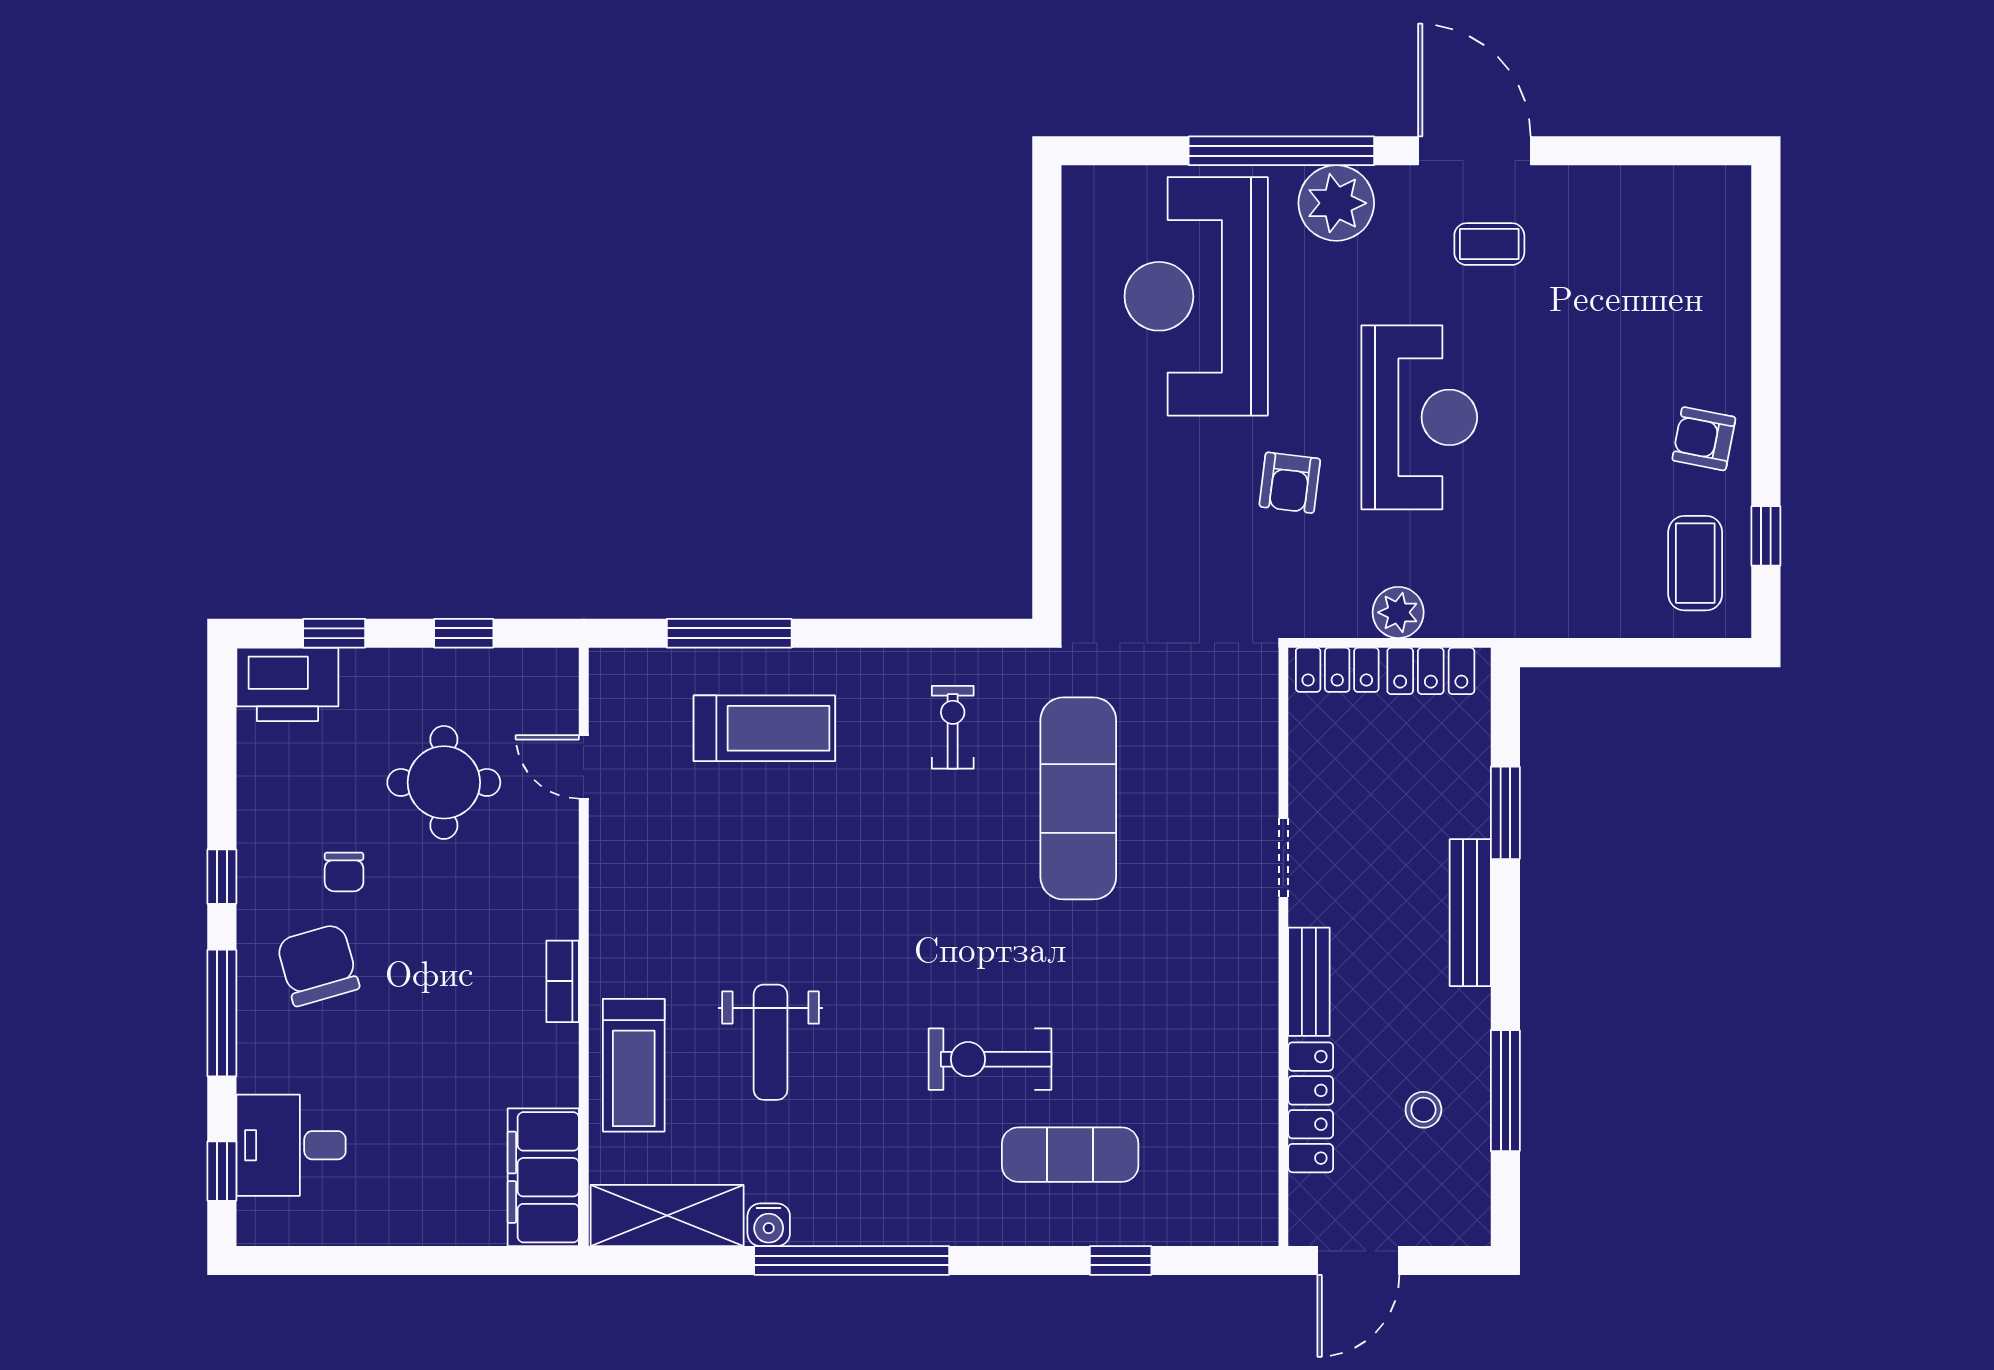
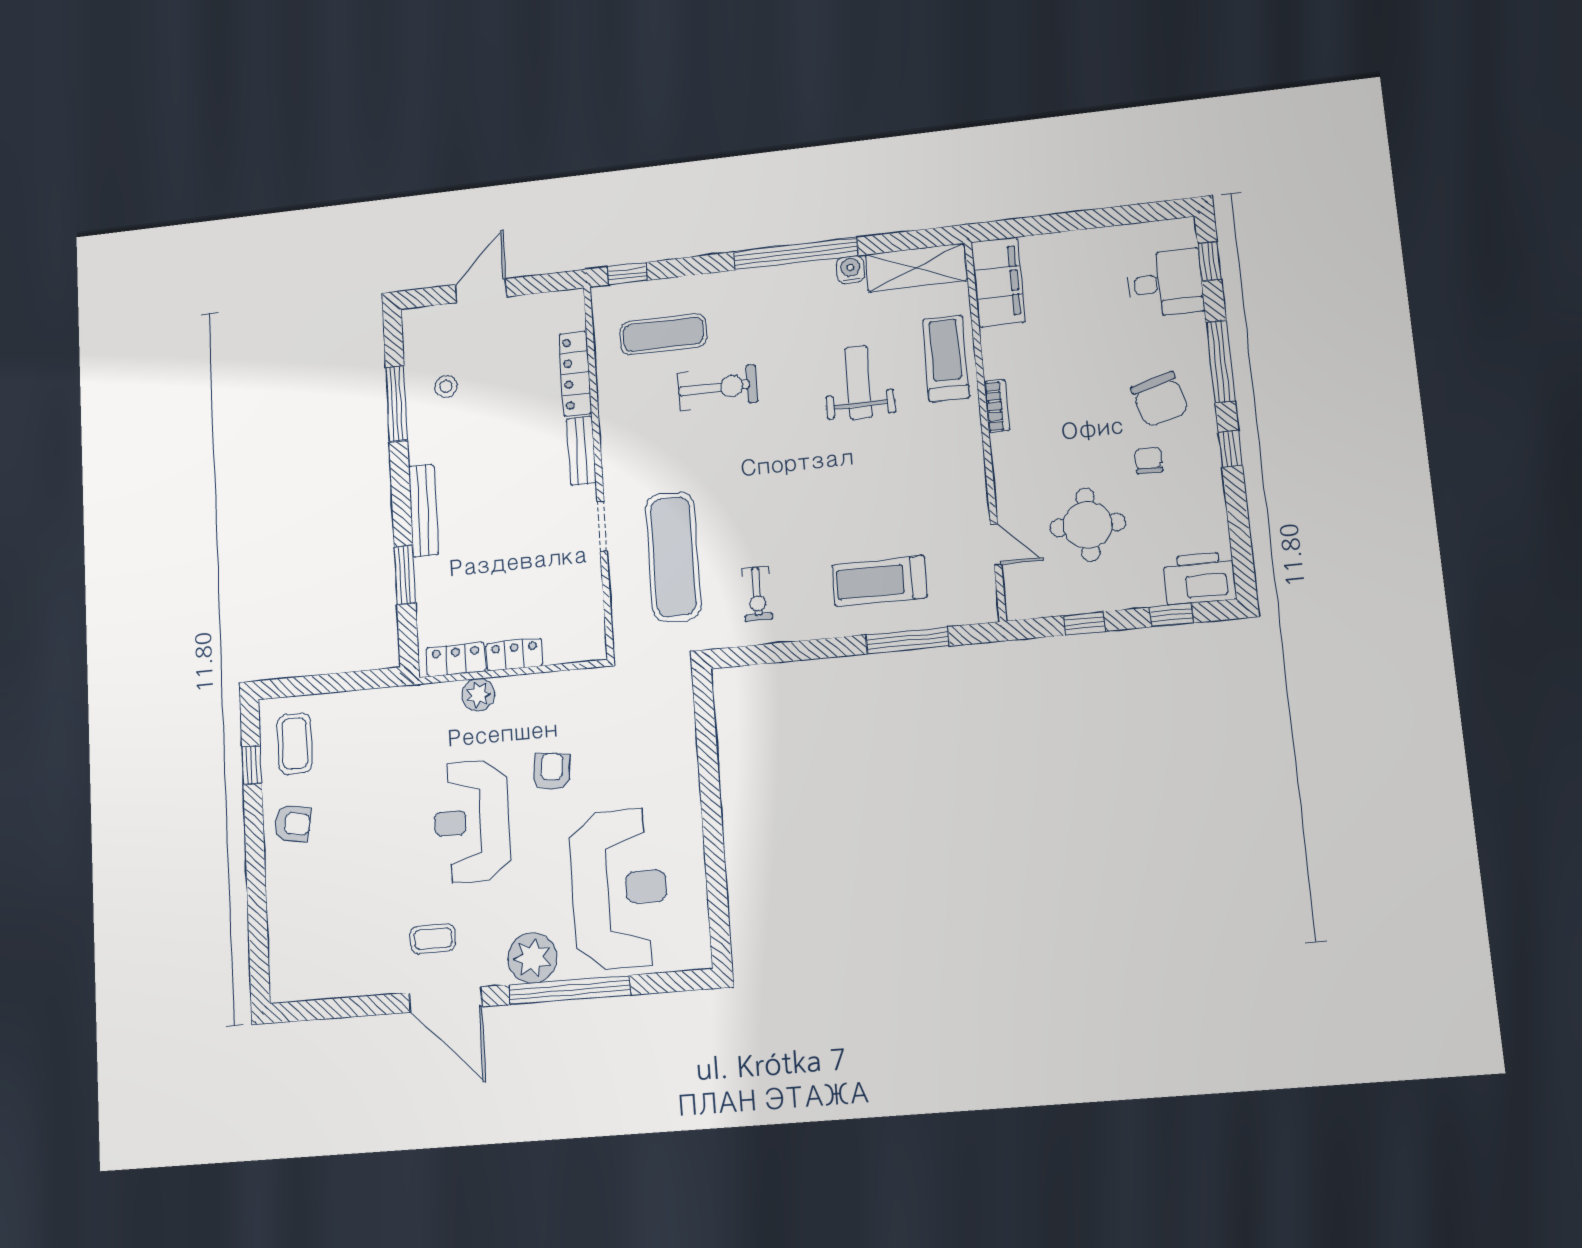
doorway: (1283, 858) -> (602, 526), moved
wall: (1283, 947) -> (599, 471), moved
bench: (1309, 982) -> (581, 451), moved
locker: (1311, 1107) -> (575, 373), moved

